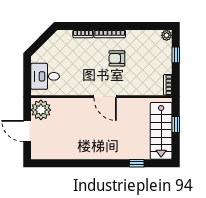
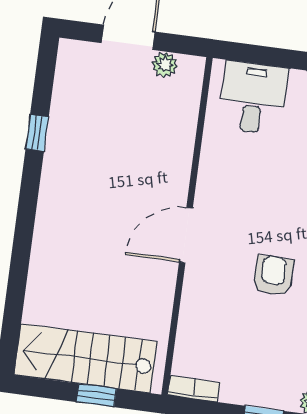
plant: (41, 110) -> (165, 65), width x0.53, depth x0.53
window: (137, 163) -> (37, 133), moved

